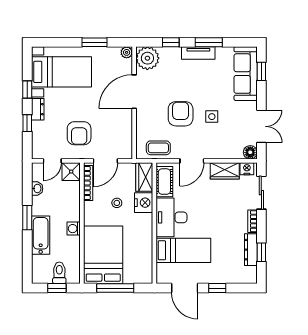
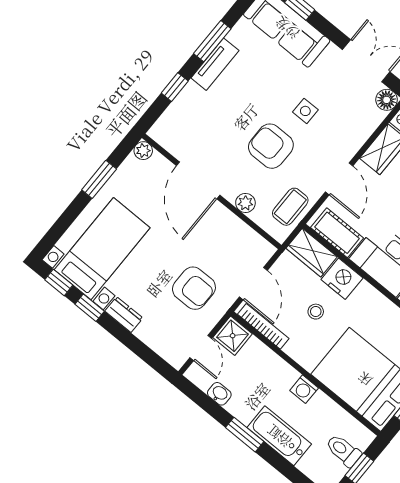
plant: (147, 58) -> (245, 203), moved, width x0.53, depth x0.53
window: (27, 123) -> (59, 282), moved

